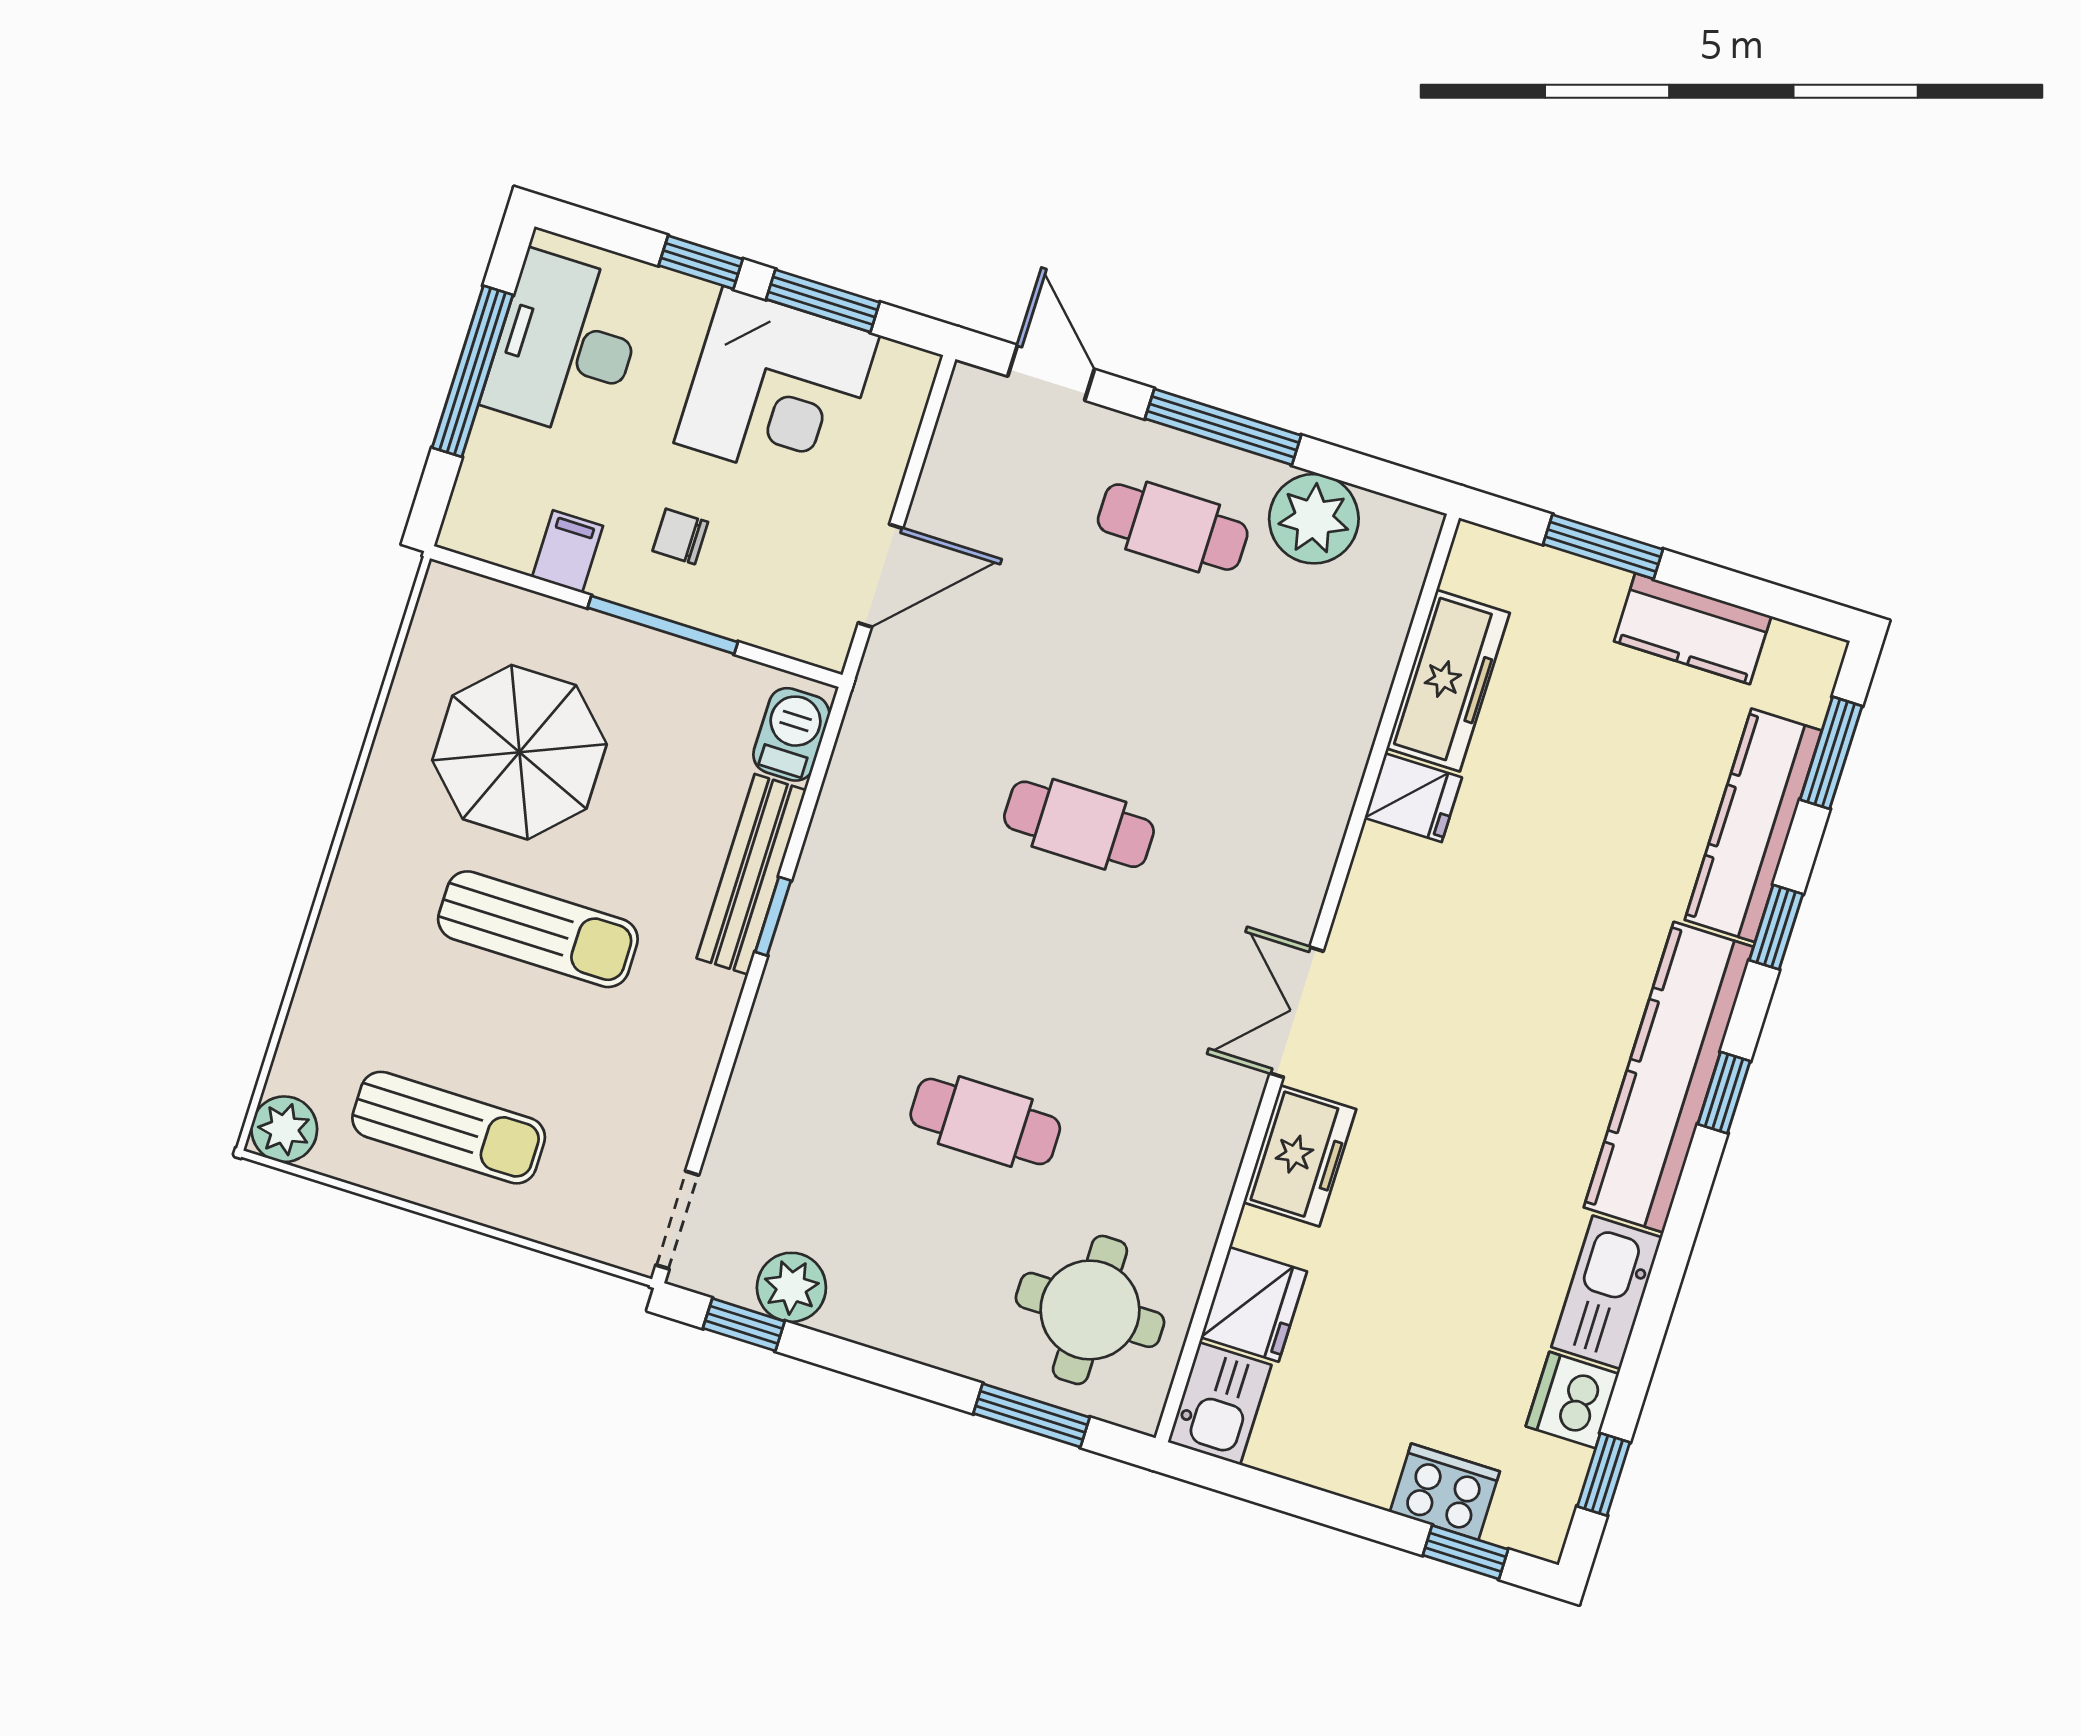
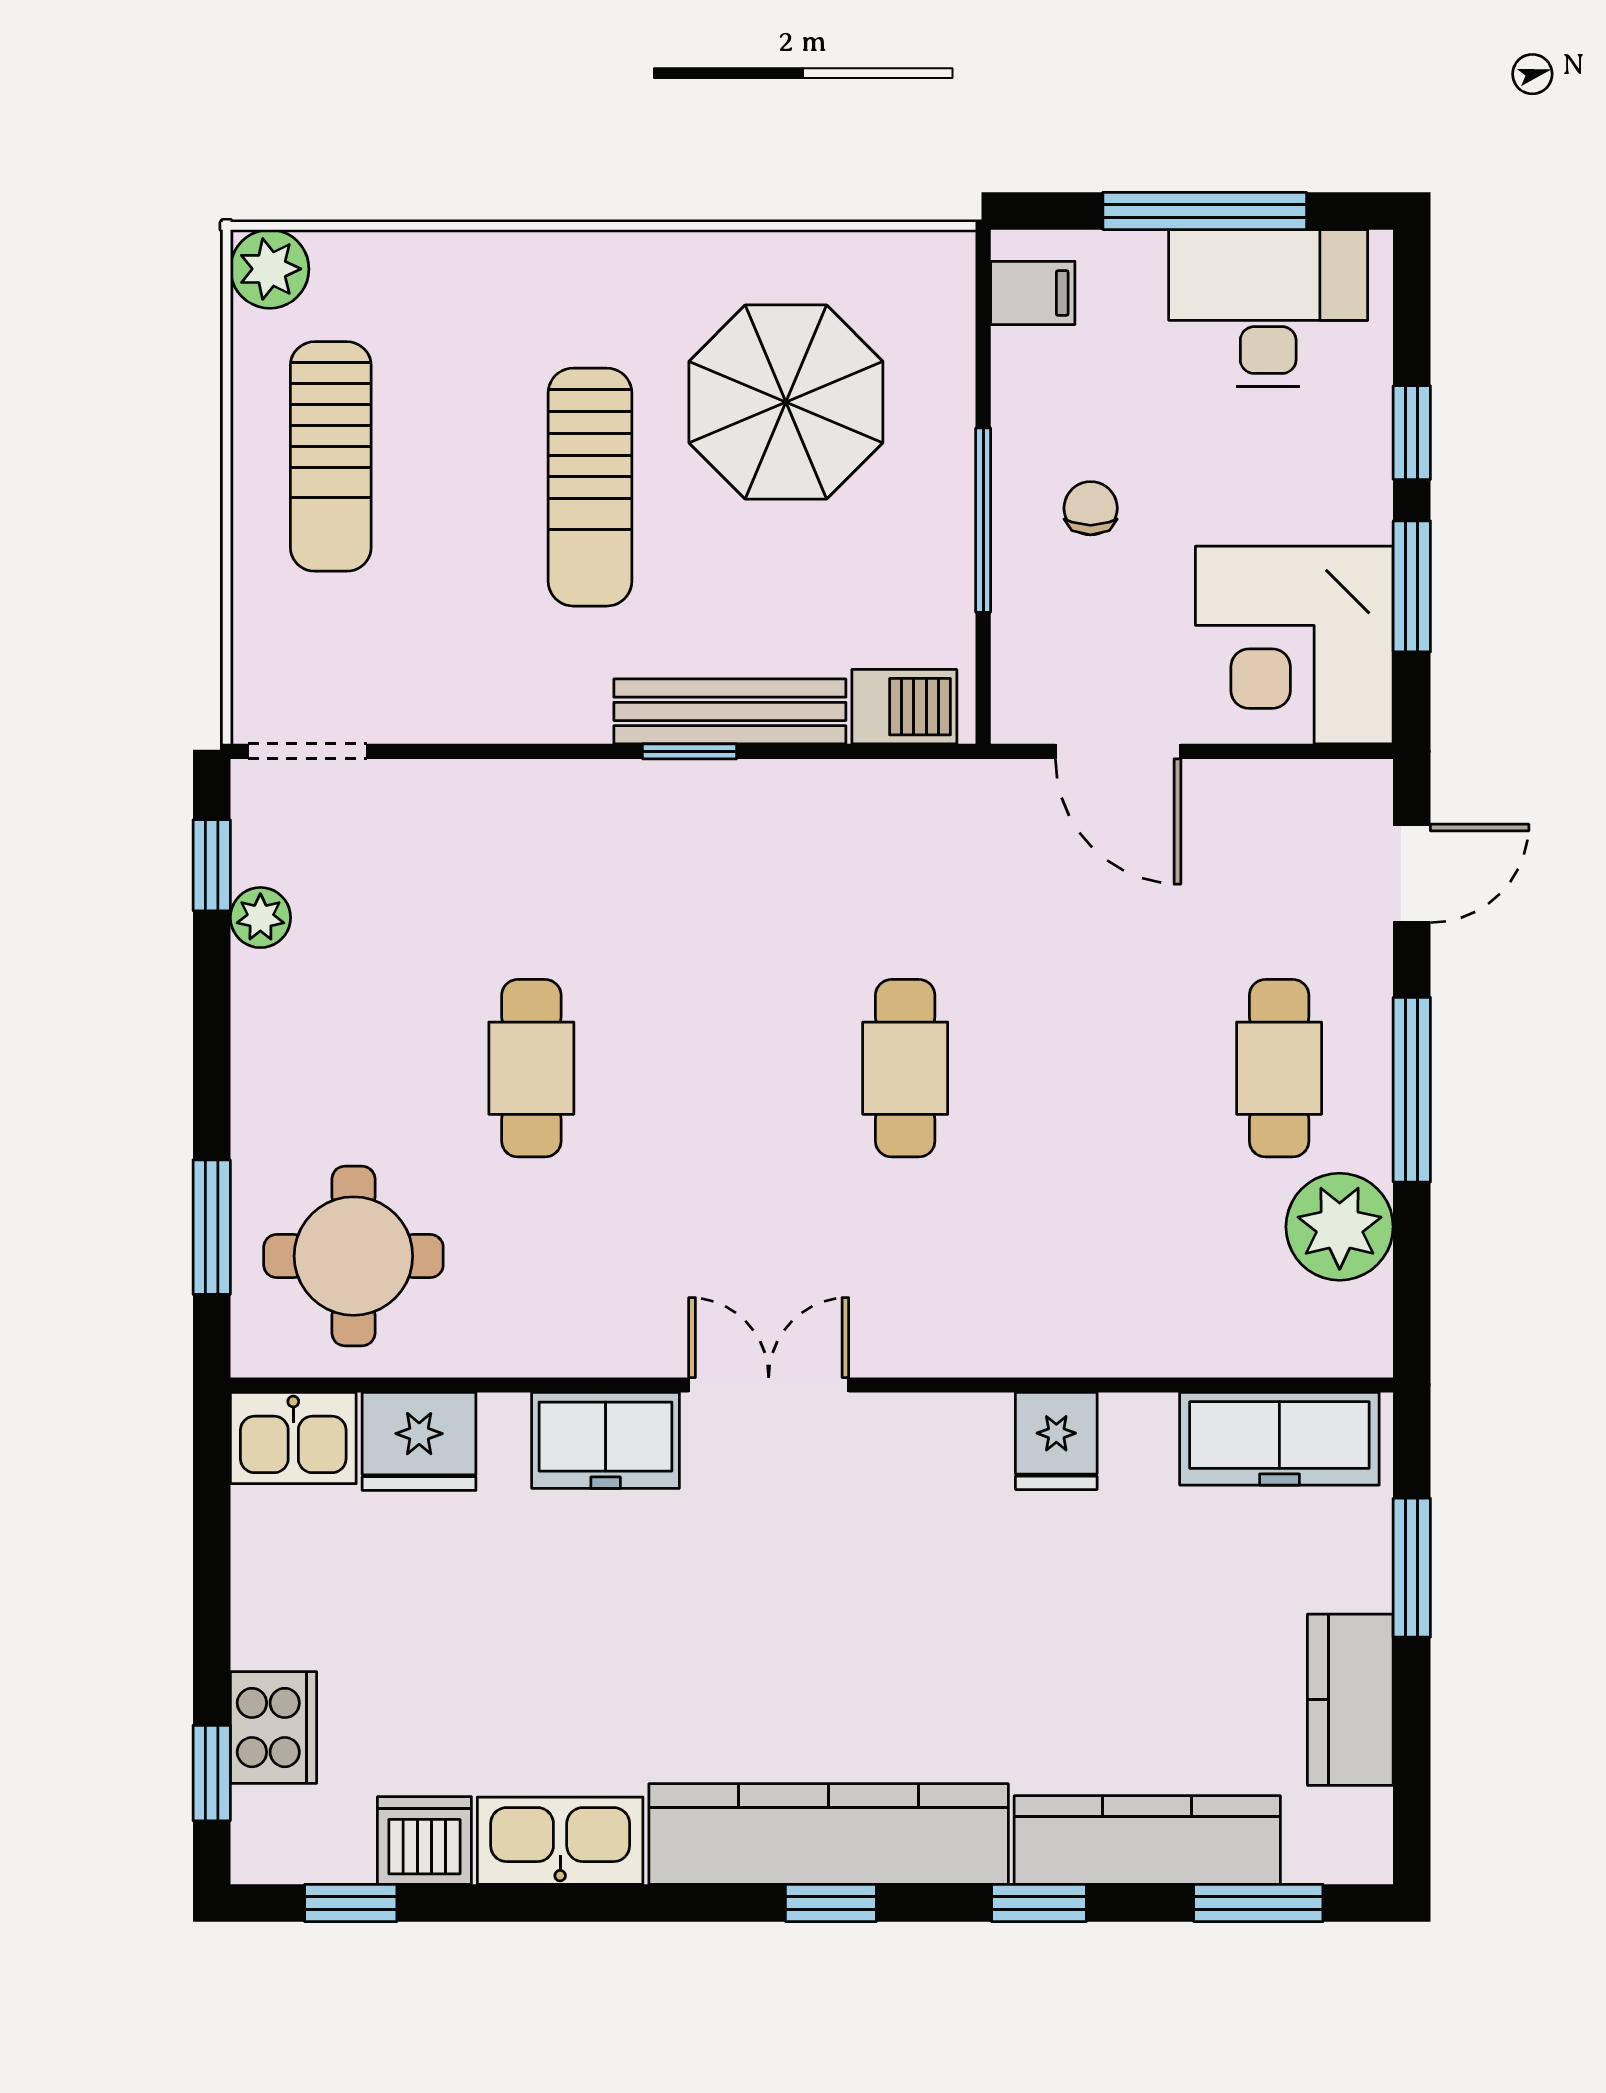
corner desk: (777, 389) -> (1294, 645), moved
filing cabinet: (568, 552) -> (1033, 293), moved
freezer: (1448, 681) -> (1279, 1439), moved
plant: (791, 1287) -> (260, 918), width x0.73, depth x0.73

